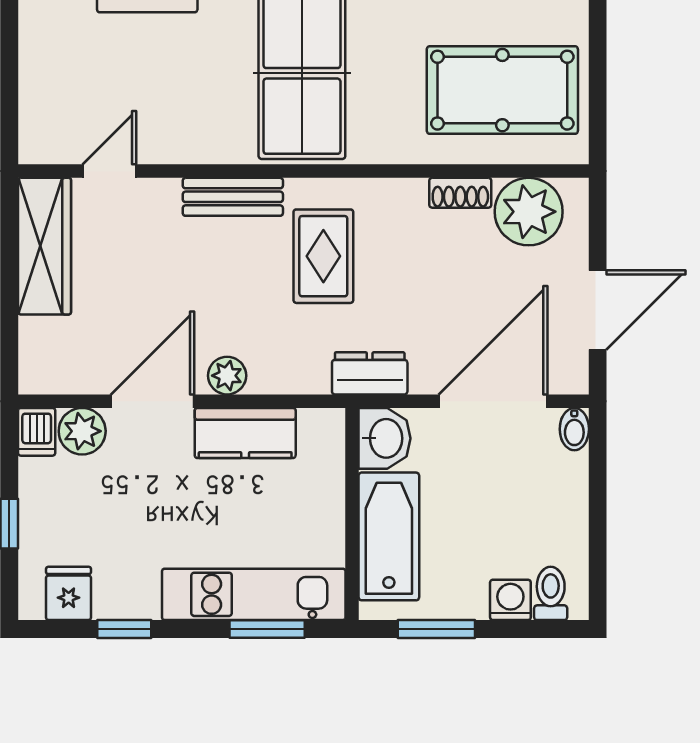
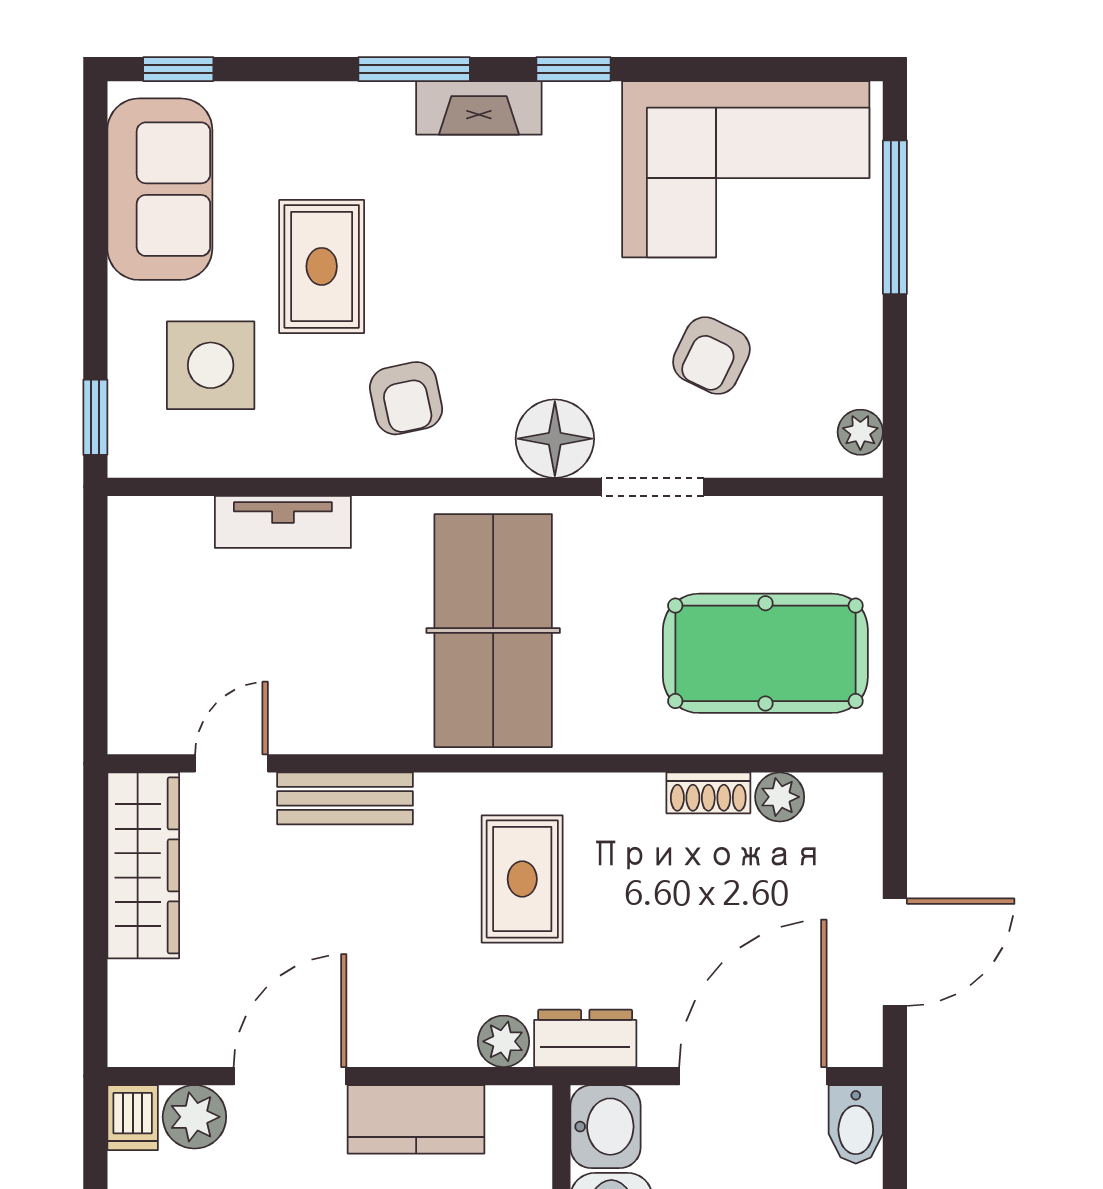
bench: (233, 197) -> (345, 798), moved
plant: (529, 212) -> (780, 797), width x0.53, depth x0.53
plant: (227, 376) -> (504, 1041), moved
bidet: (574, 429) -> (856, 1124), width x1.38, depth x1.36

